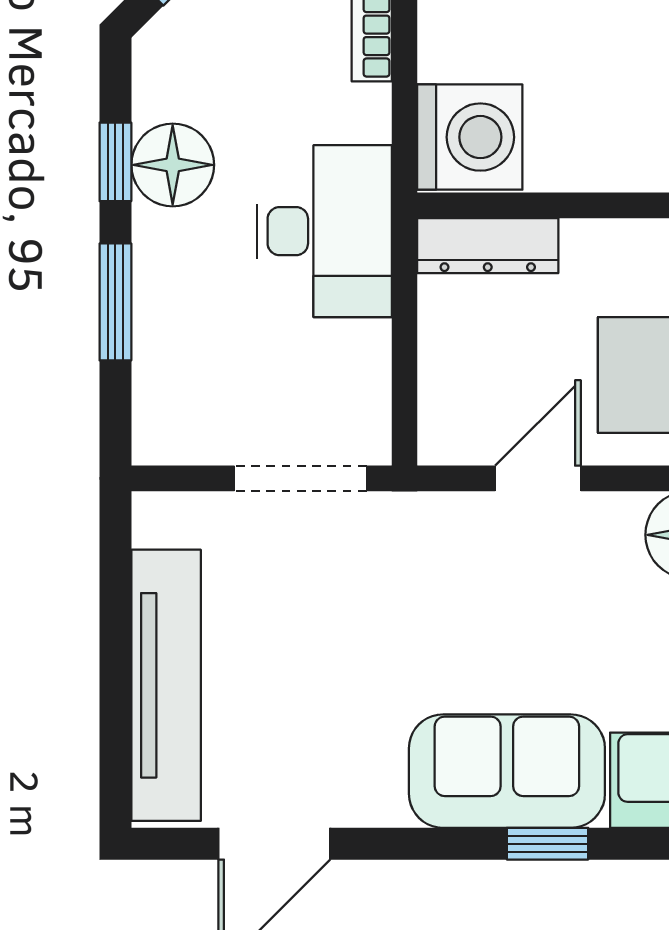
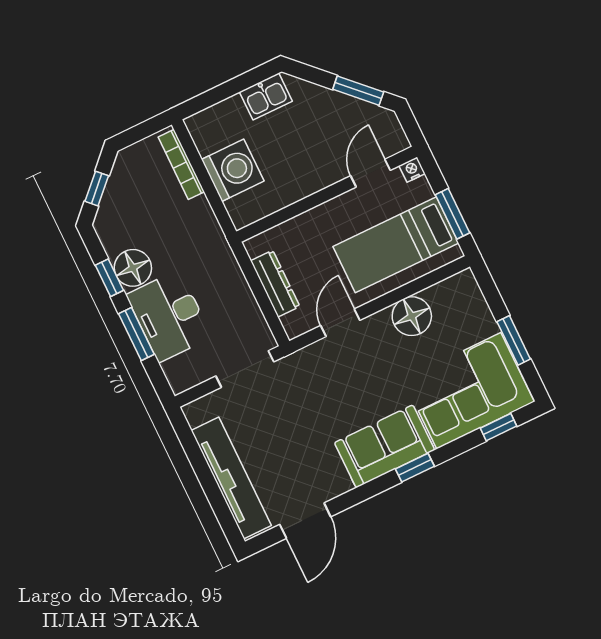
washing machine: (470, 137) -> (233, 170), moved
desk: (324, 231) -> (169, 316), moved, turned 180
dresser: (488, 246) -> (275, 284), moved, turned -90

